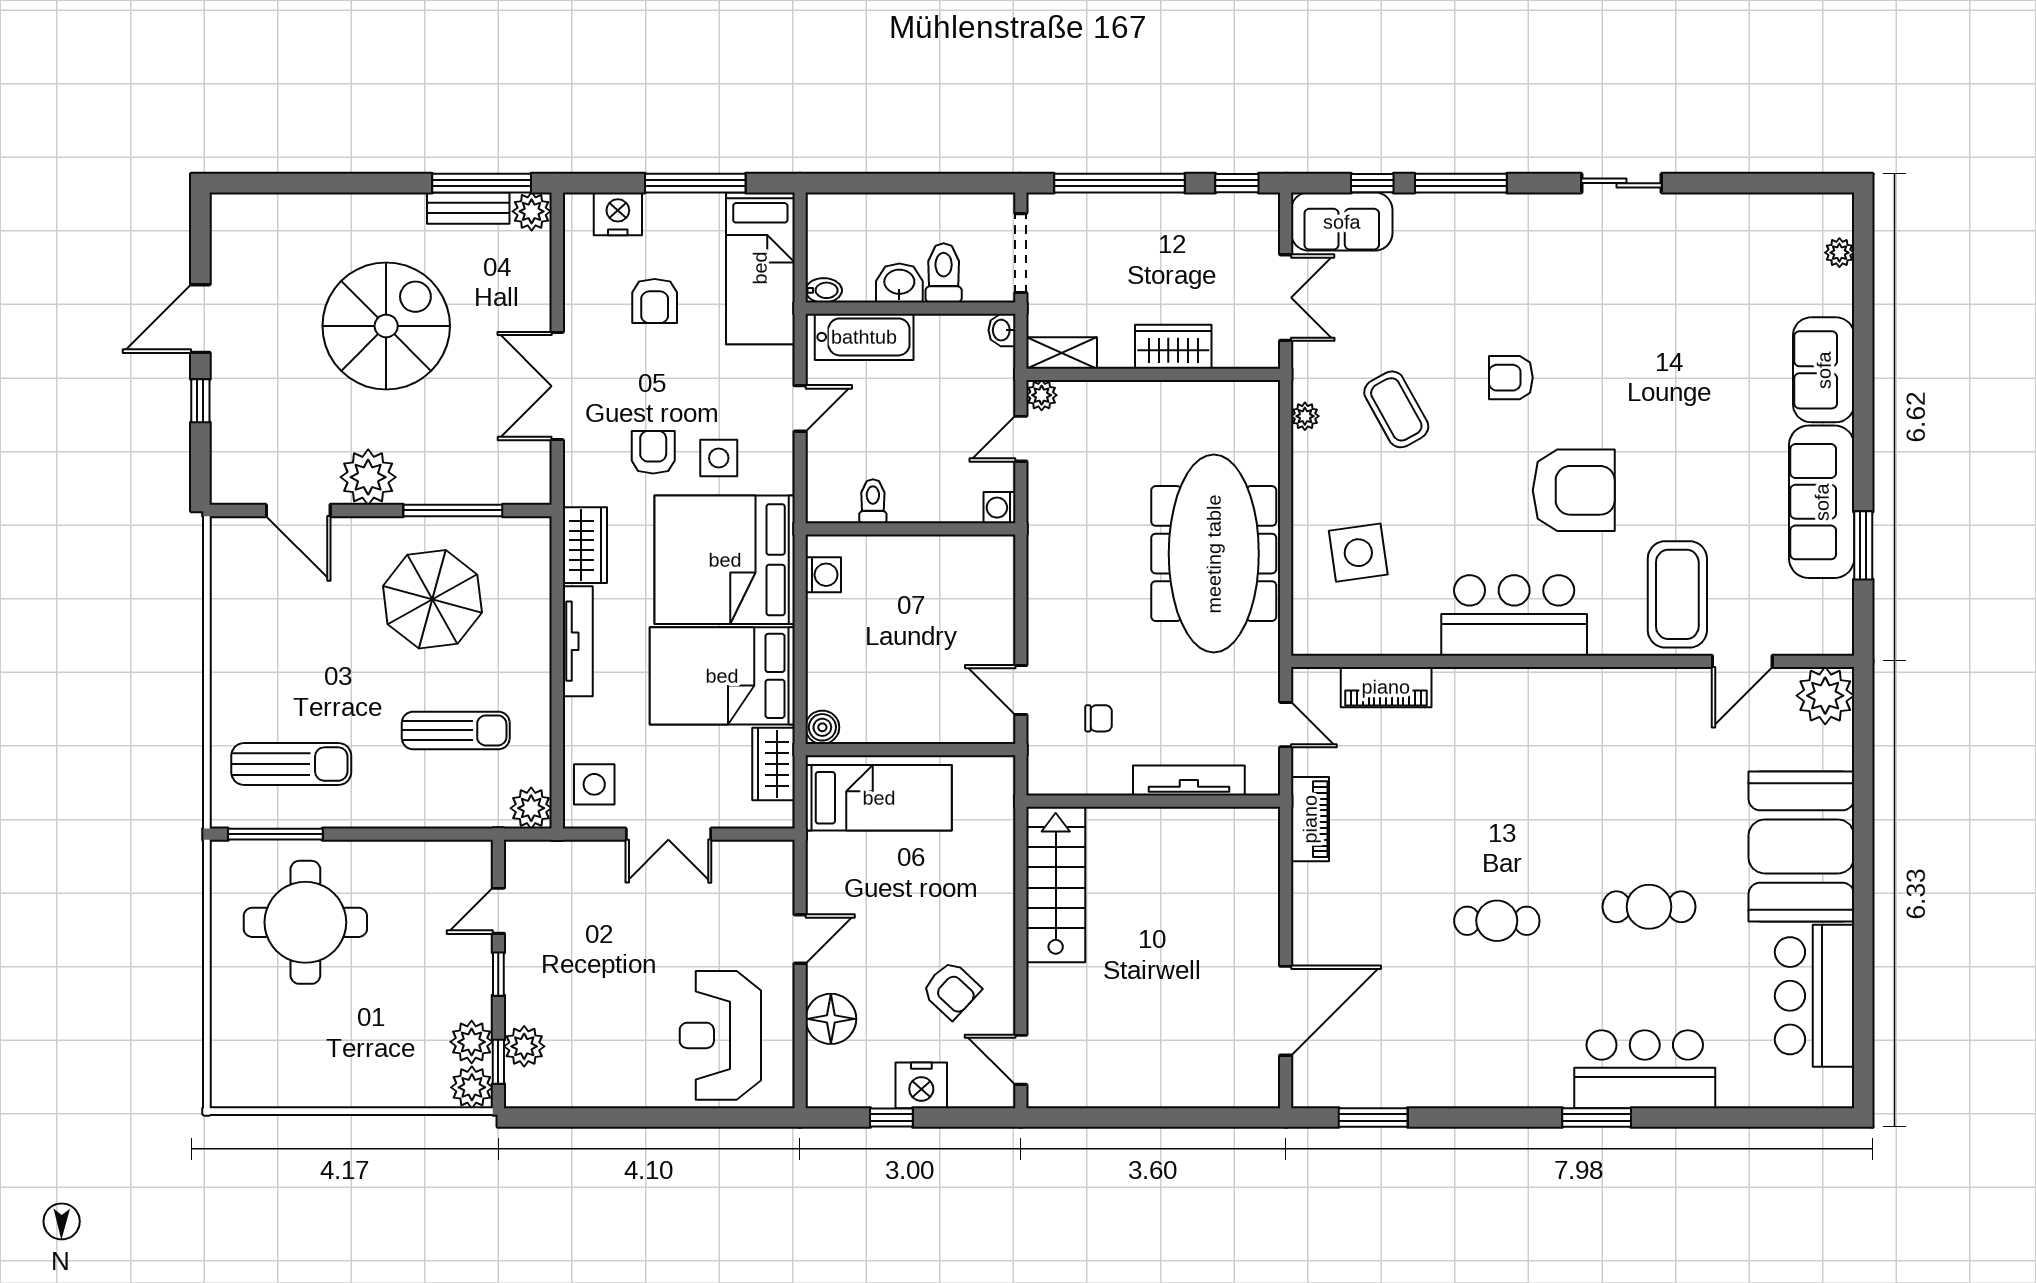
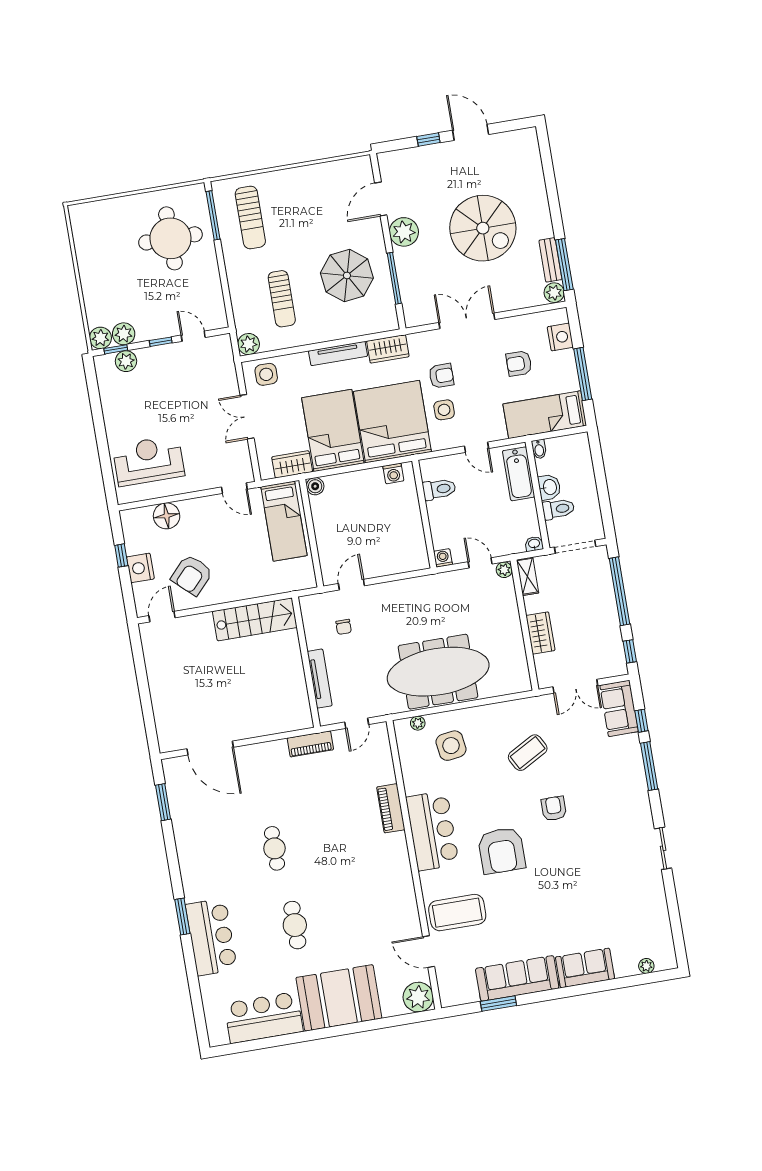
plant: (1305, 416) -> (418, 723), moved
toilet: (873, 501) -> (439, 489), width x1.37, depth x1.39
piano: (1386, 687) -> (391, 808), moved
door: (800, 939) -> (234, 488), moved
armchair: (951, 990) -> (192, 575), width x1.38, depth x1.38

